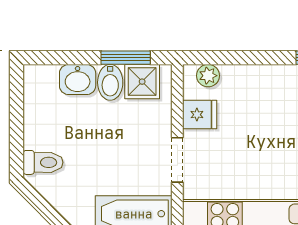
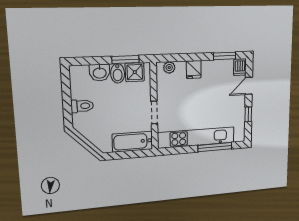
fridge: (200, 115) -> (194, 69), moved, turned 90
toilet: (43, 162) -> (82, 106), moved

